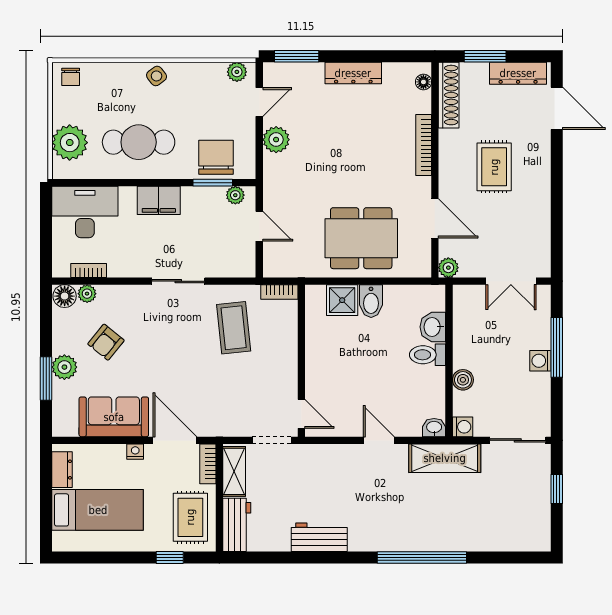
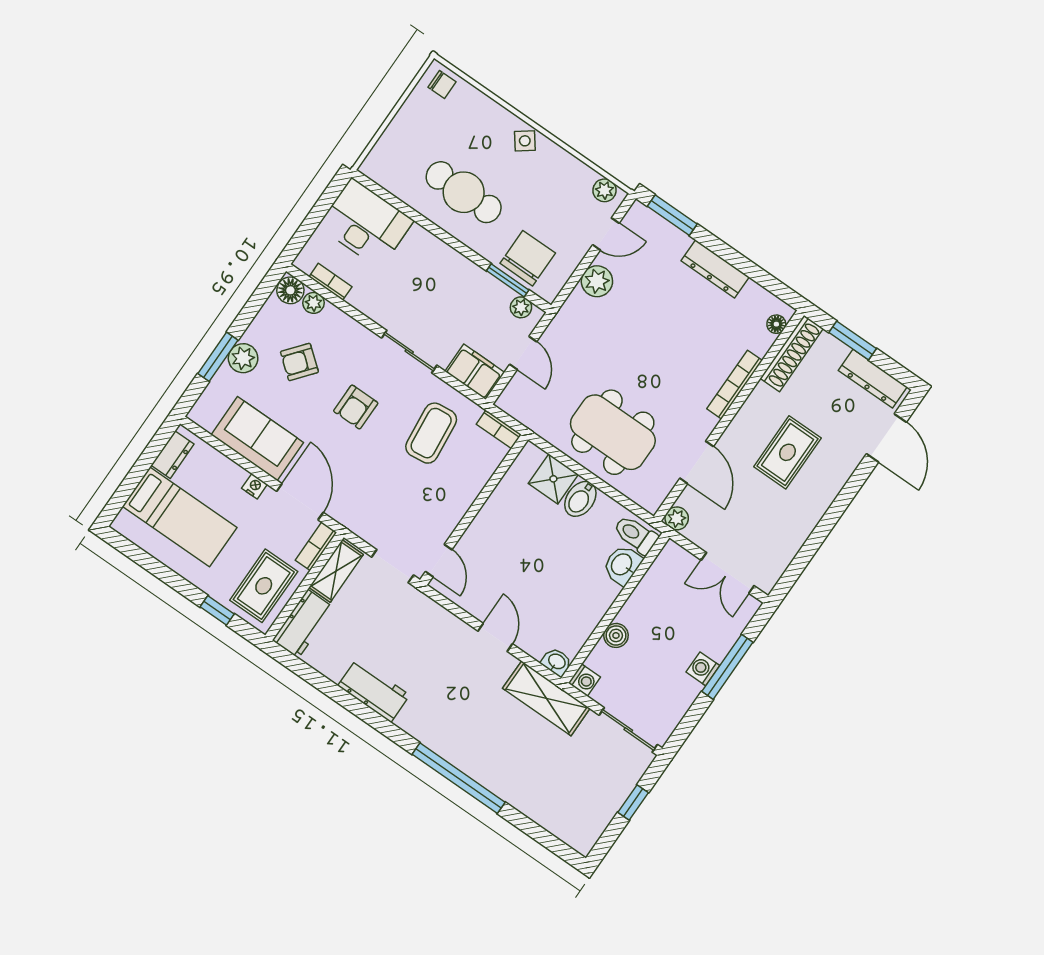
chair: (71, 77) -> (442, 85), turned -90
plant: (70, 143) -> (397, 147), removed
filing cabinet: (159, 200) -> (475, 372), moved, turned 180
armchair: (168, 346) -> (356, 407), added
toilet: (428, 355) -> (636, 535), moved

